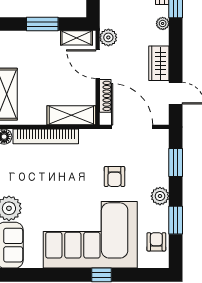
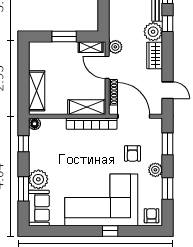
plant: (163, 23) -> (153, 32), width x1.87, depth x1.87
wardrobe: (159, 63) -> (155, 55), moved
bookcase: (46, 136) -> (92, 124), moved
armchair: (114, 177) -> (132, 153), moved
armchair: (156, 242) -> (151, 216), moved

